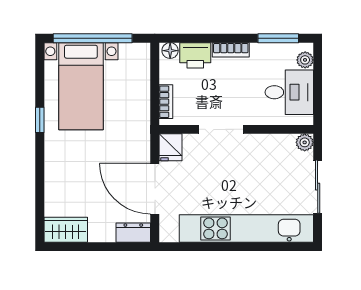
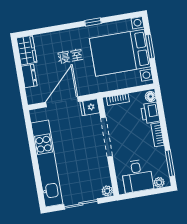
window: (93, 38) -> (150, 46), width x0.47
bed with nightstands: (81, 86) -> (120, 53), width x1.36
doorway: (221, 129) -> (106, 137), width x1.36
dresser: (133, 233) -> (29, 76), moved

